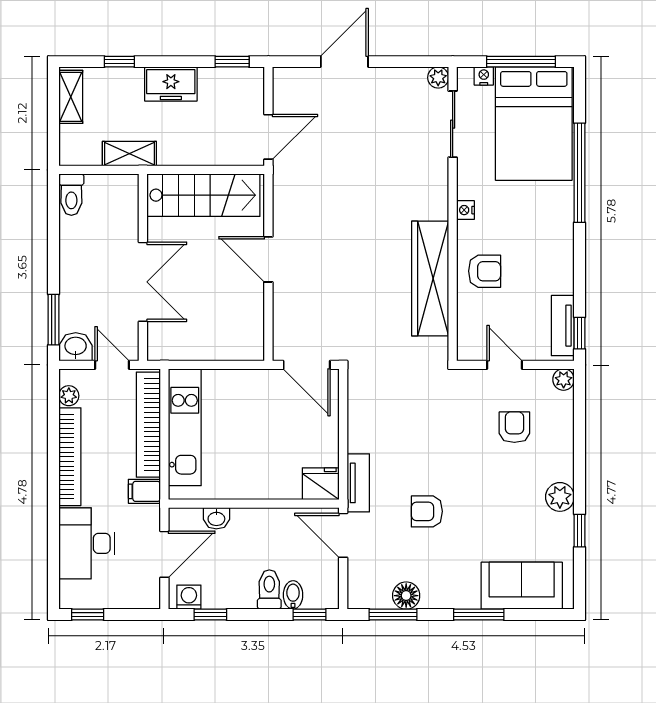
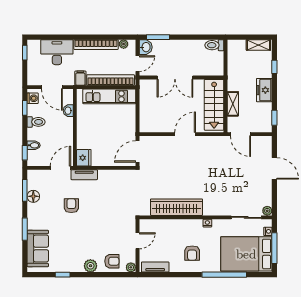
shelving: (129, 154) -> (233, 104), moved
armchair: (485, 271) -> (192, 253), moved
window: (580, 333) -> (152, 275), removed
armchair: (514, 427) -> (112, 261), moved
plant: (560, 497) -> (90, 266), moved
toilet: (269, 590) -> (36, 122), moved

